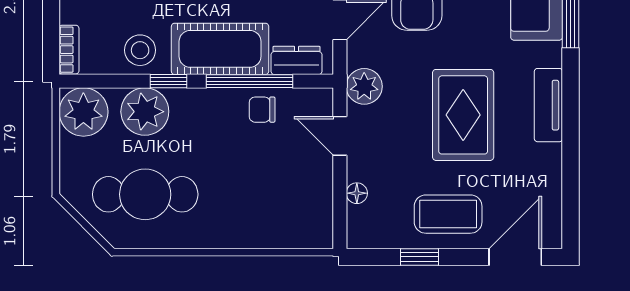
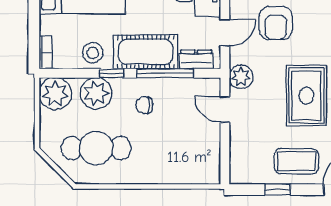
chair: (262, 110) -> (144, 105), moved
floor lamp: (357, 193) -> (236, 147), removed

